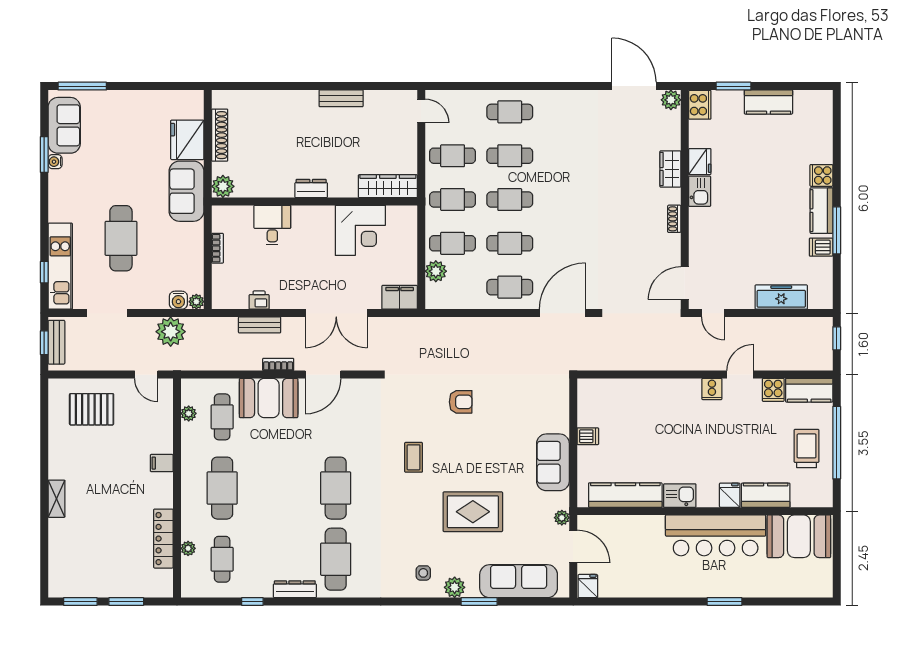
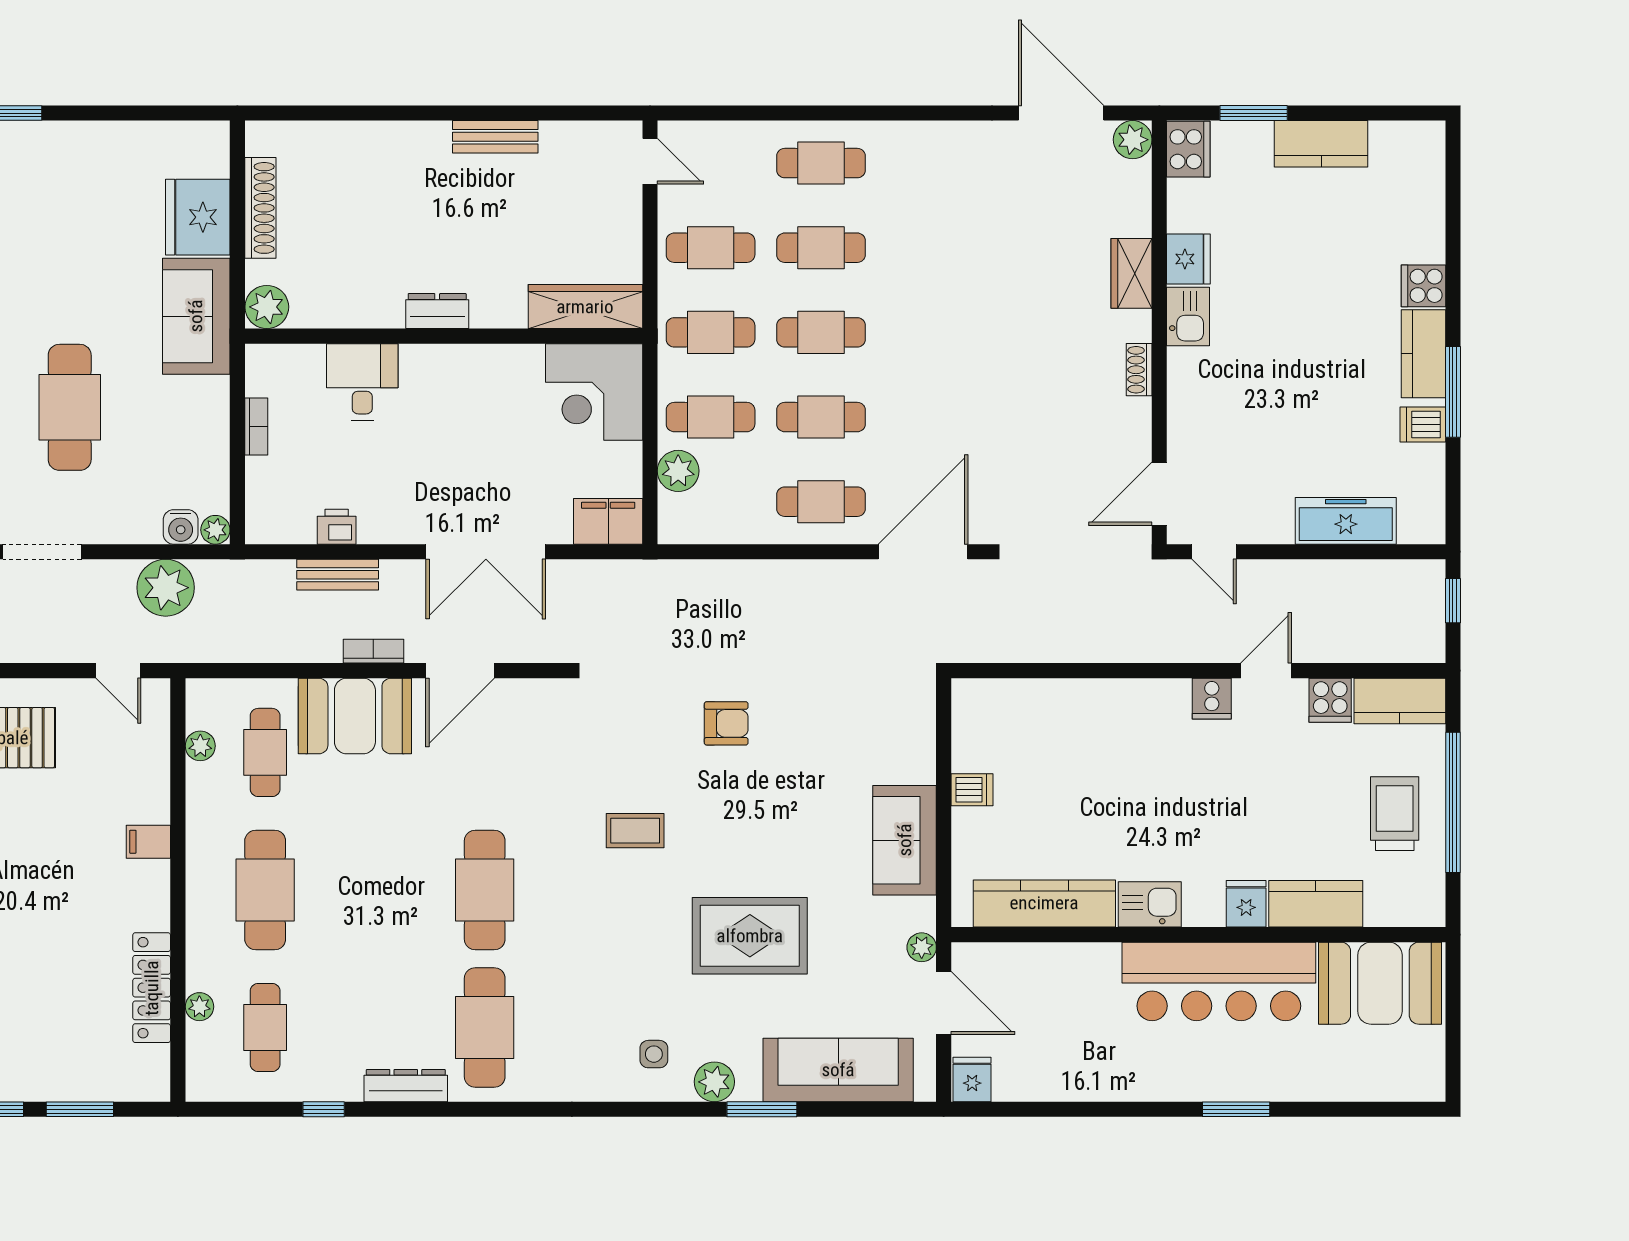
corner desk: (360, 230) -> (594, 392), moved, turned 90
coffee table: (414, 457) -> (635, 831), turned 90

